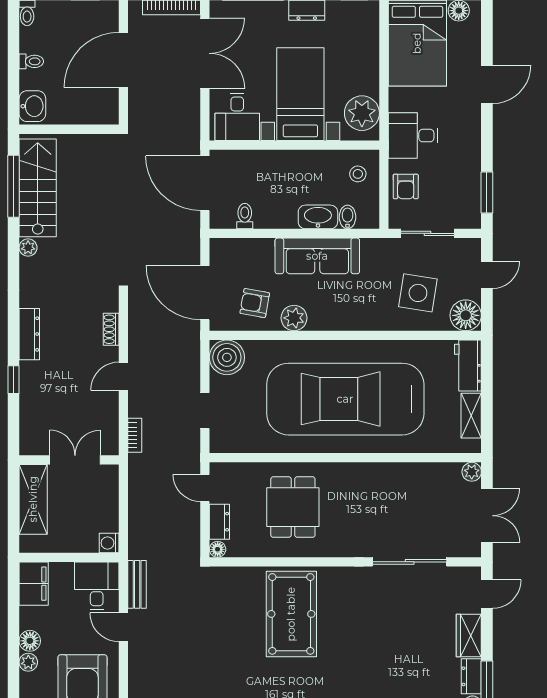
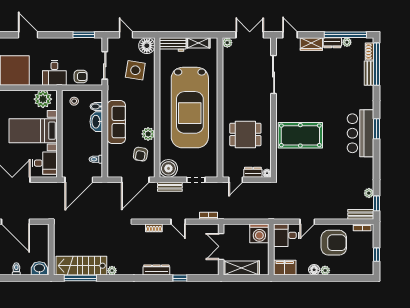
washing machine: (109, 543) -> (259, 233), width x1.89, depth x1.89
bench: (137, 584) -> (170, 187), moved

